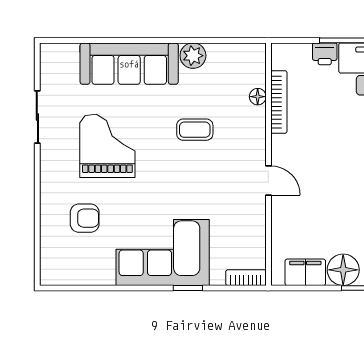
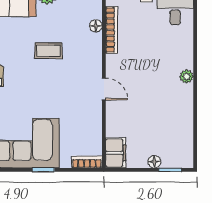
floor lamp: (343, 270) -> (154, 162), width x0.53, depth x0.53
filing cabinet: (305, 272) -> (116, 153), moved, turned 90

